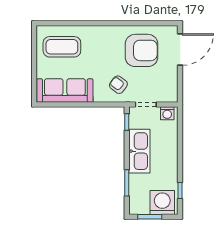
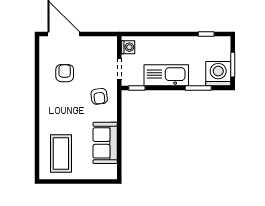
armchair: (142, 50) -> (65, 73), width x0.53, depth x0.53
armchair: (118, 85) -> (99, 96), turned -44
sofa: (65, 91) -> (105, 143), width x0.73
washing machine: (162, 203) -> (218, 74), moved, turned 90

